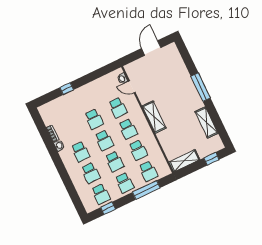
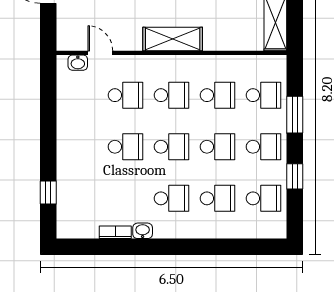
door: (132, 87) -> (100, 53), swing flipped
window: (67, 89) -> (48, 193), moved
window: (146, 190) -> (295, 115), width x0.69
window: (108, 208) -> (295, 176), moved

